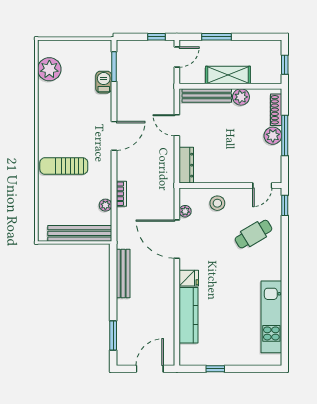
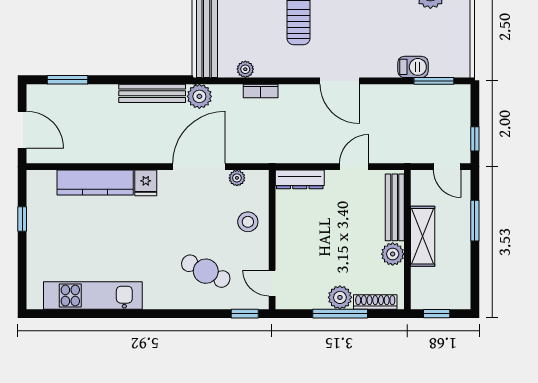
cafe table: (254, 234) -> (206, 271), turned -33
plant: (125, 239) -> (199, 96), added

